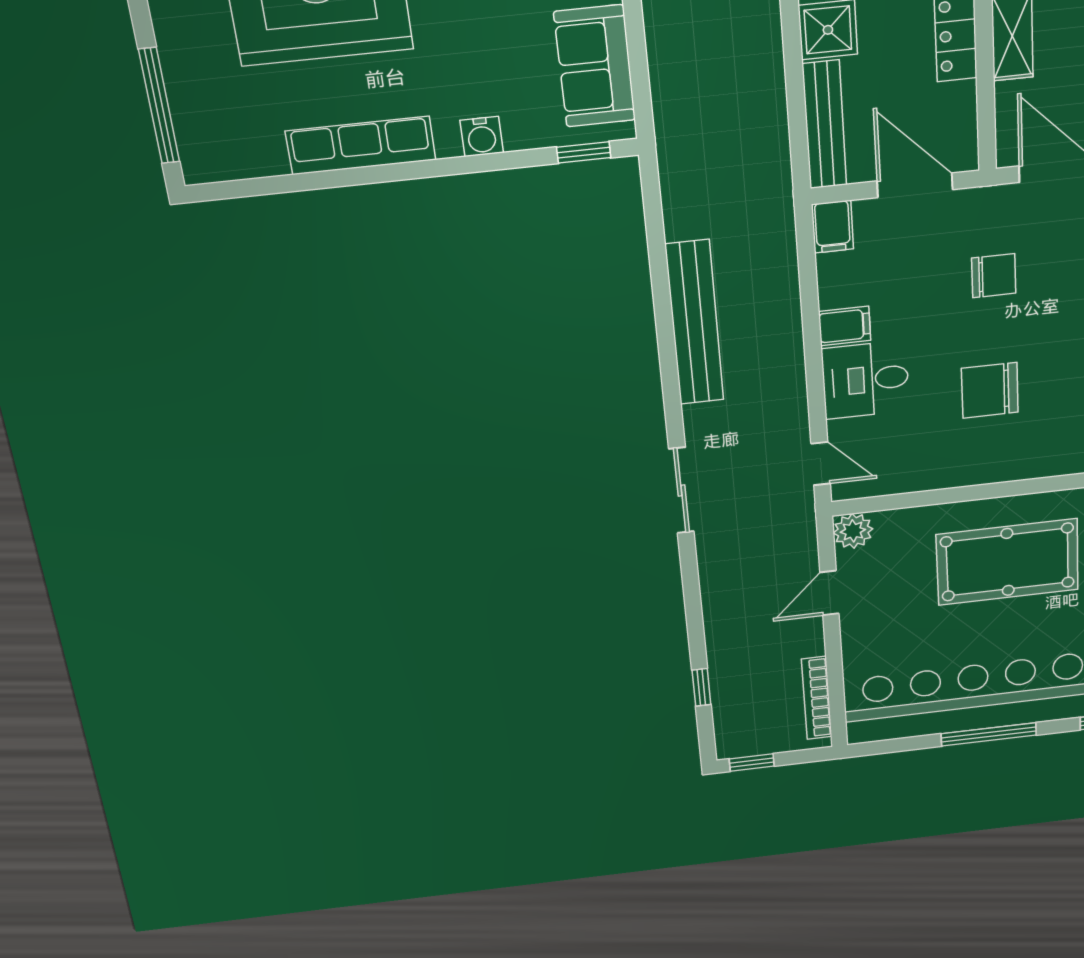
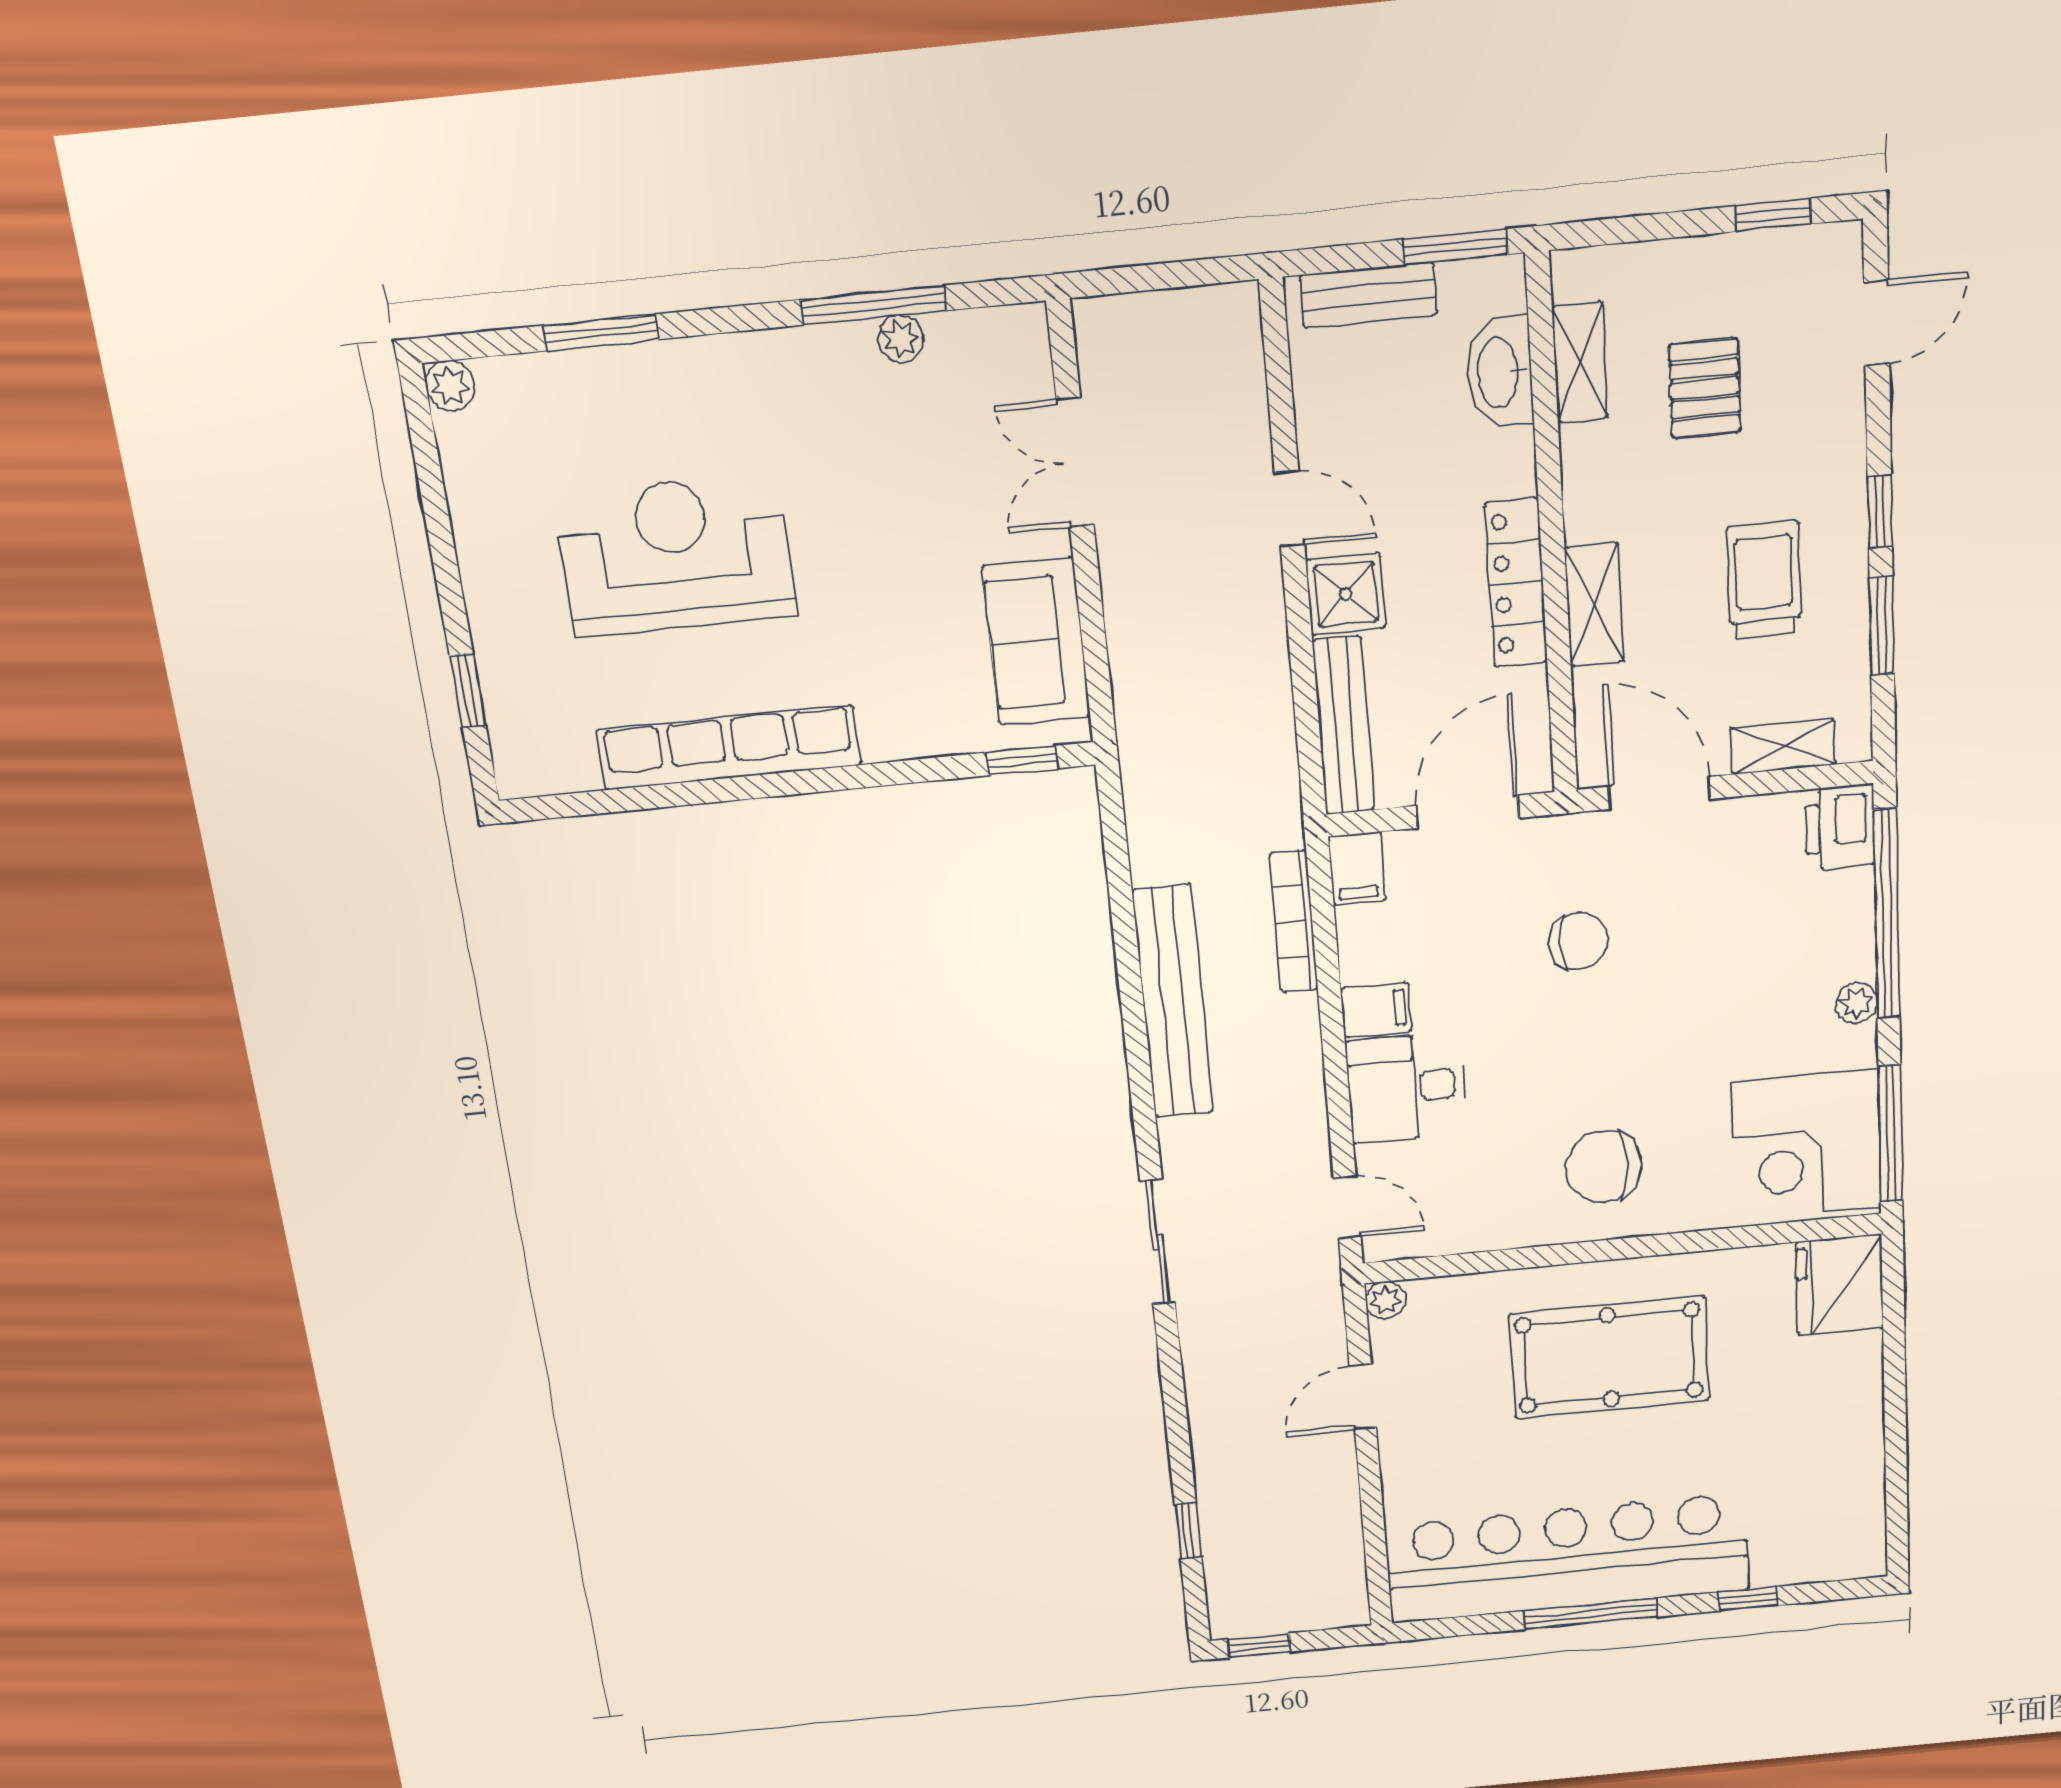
window: (159, 106) -> (468, 690), width x0.46
water cooler: (482, 137) -> (887, 737), removed
row of seats: (361, 145) -> (729, 747), width x1.36
door: (915, 185) -> (1467, 812), hinge flipped
chair: (990, 390) -> (1604, 1167), moved
plant: (853, 531) -> (1386, 1300), width x0.73, depth x0.73
bookcase: (817, 698) -> (1294, 922), moved

